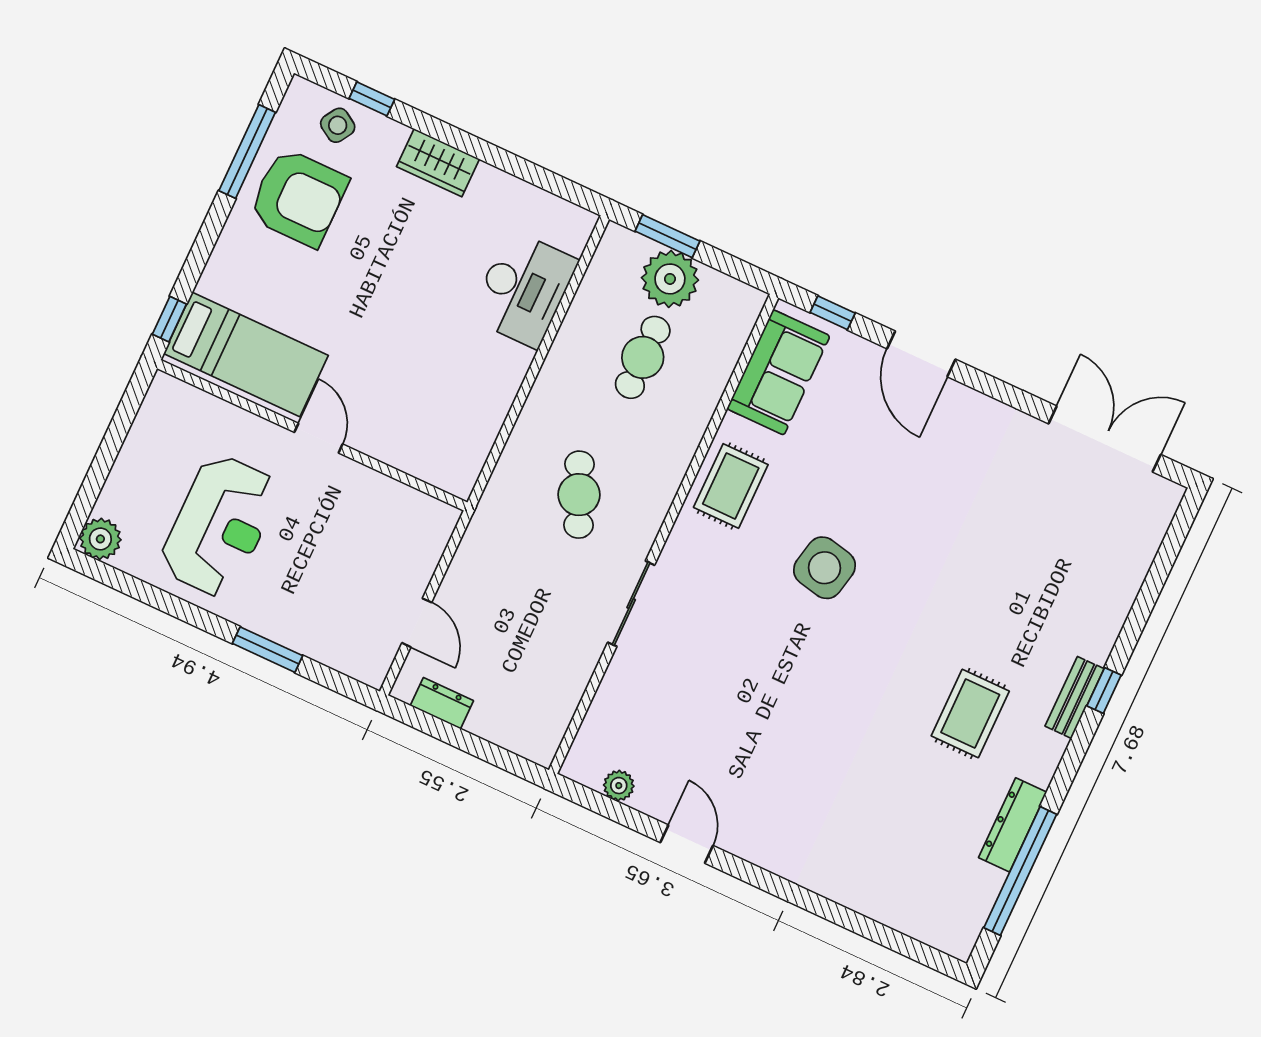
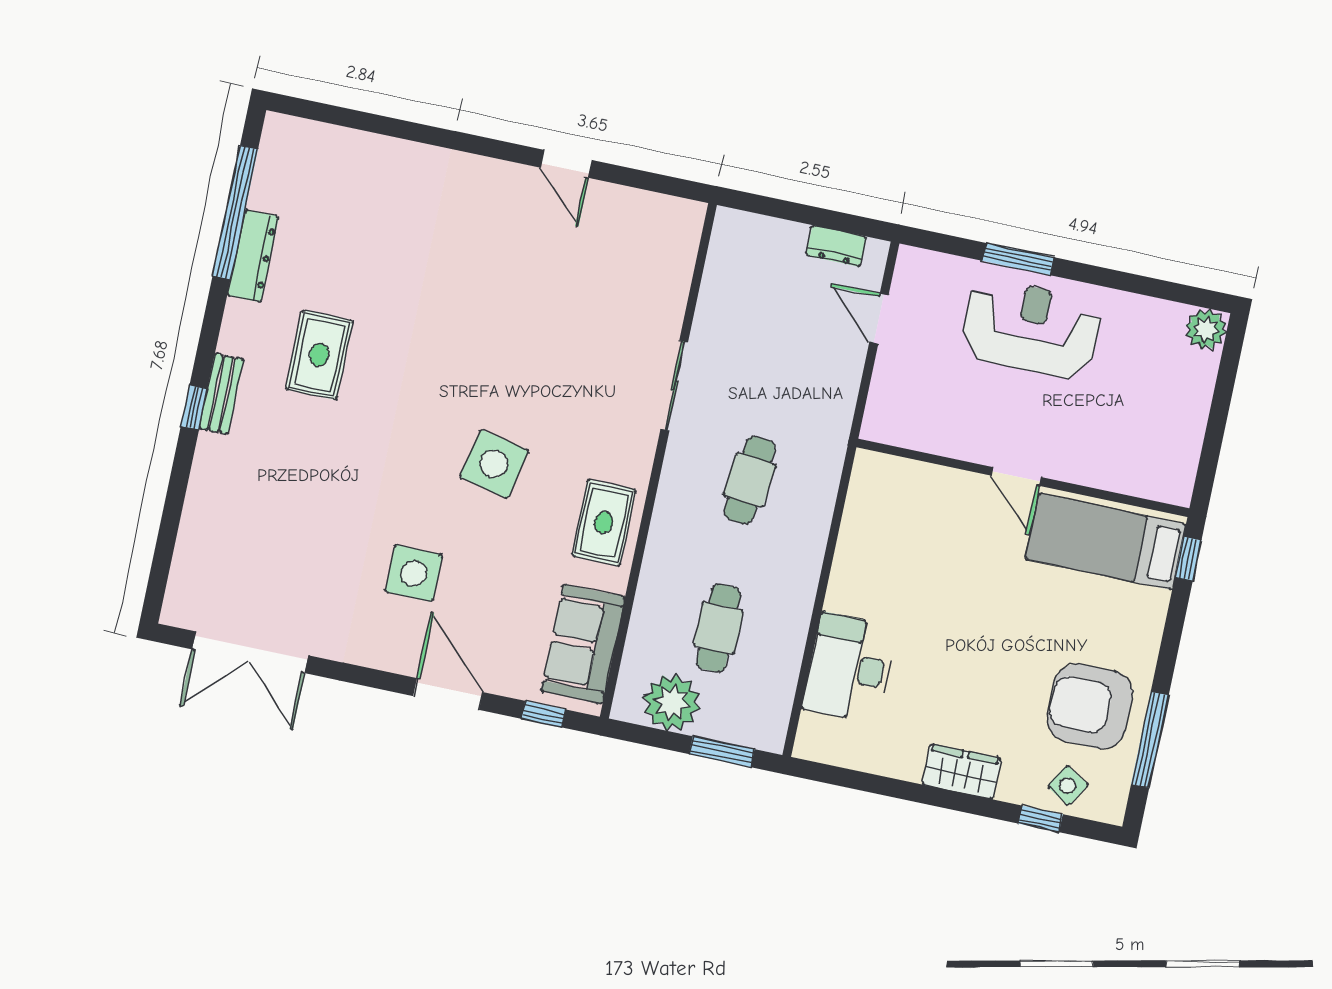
plant: (670, 279) -> (672, 703), moved
side table: (927, 479) -> (414, 573), added
cafe table: (579, 495) -> (750, 480), turned 30
reception desk: (219, 526) -> (1031, 329), moved, turned 90
plant: (619, 786) -> (646, 206), removed

